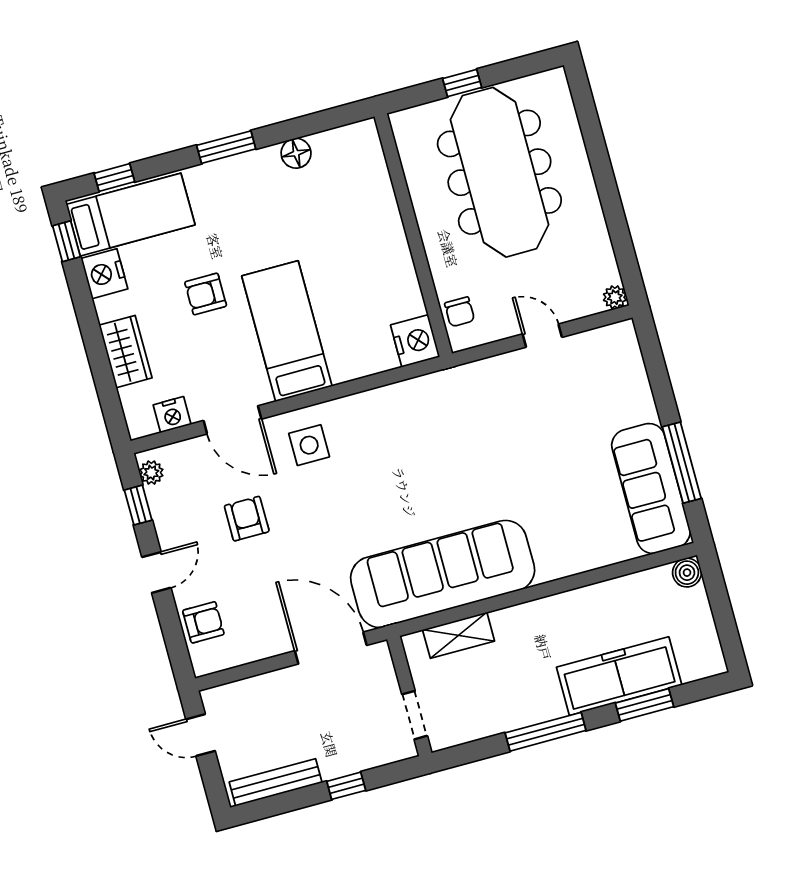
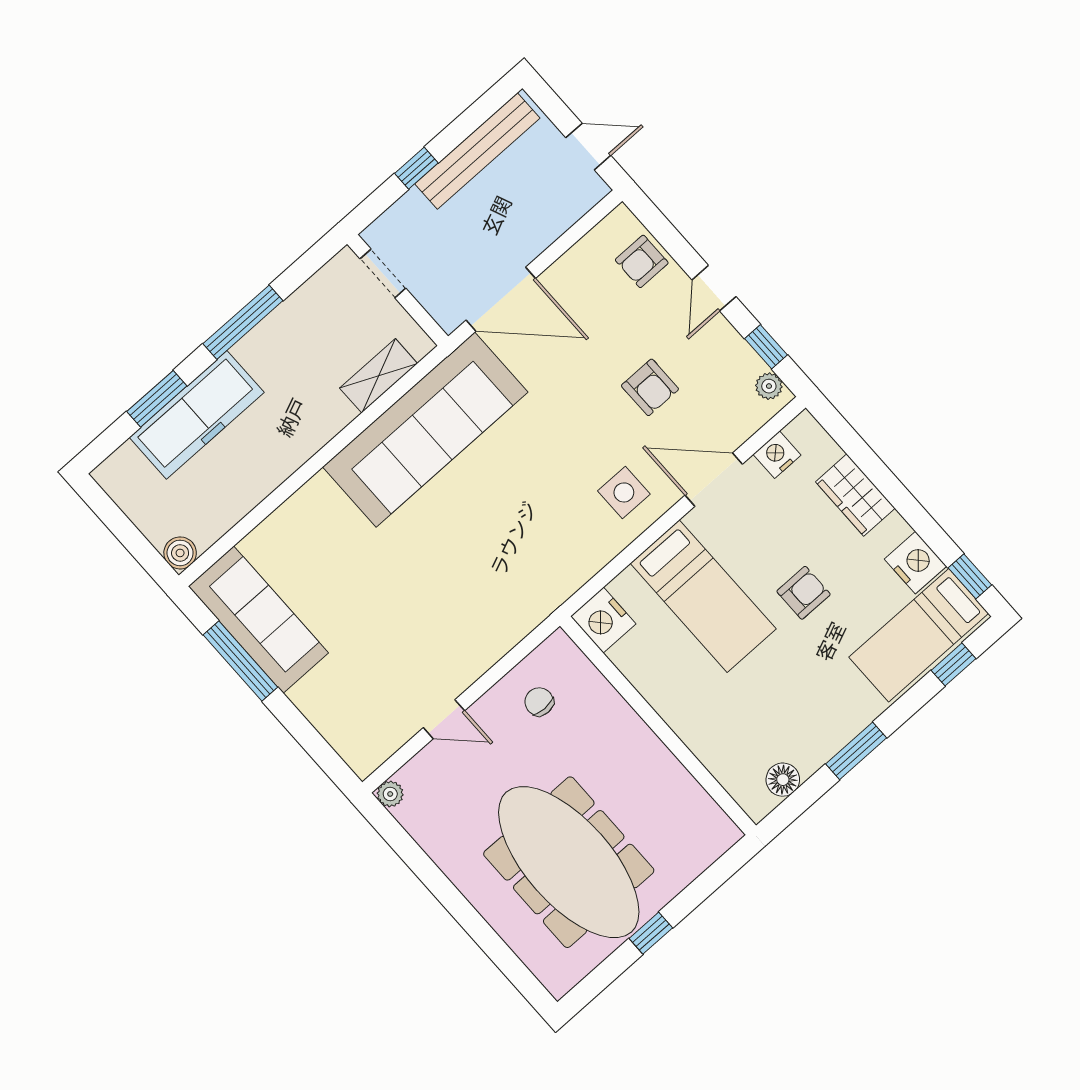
wall: (413, 235) -> (658, 726), moved
nightstand: (415, 341) -> (603, 620), moved
bench: (276, 782) -> (477, 151), width x1.37, depth x1.21

